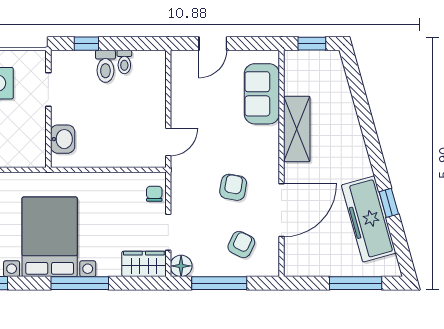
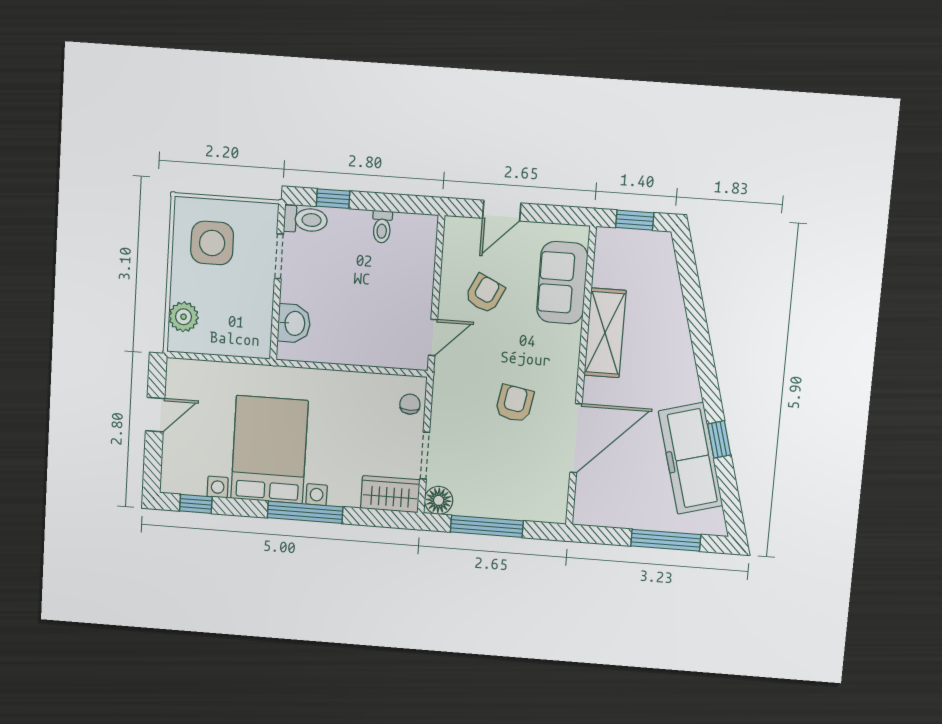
toilet: (105, 66) -> (306, 220), moved, turned -90
armchair: (241, 244) -> (485, 294), moved

